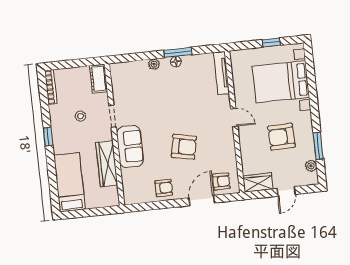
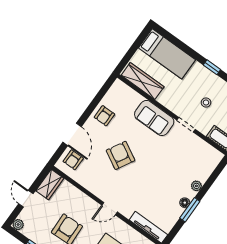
armchair: (184, 147) -> (121, 155), turned 108
wardrobe: (107, 164) -> (143, 81), moved
plant: (311, 166) -> (18, 225), moved

